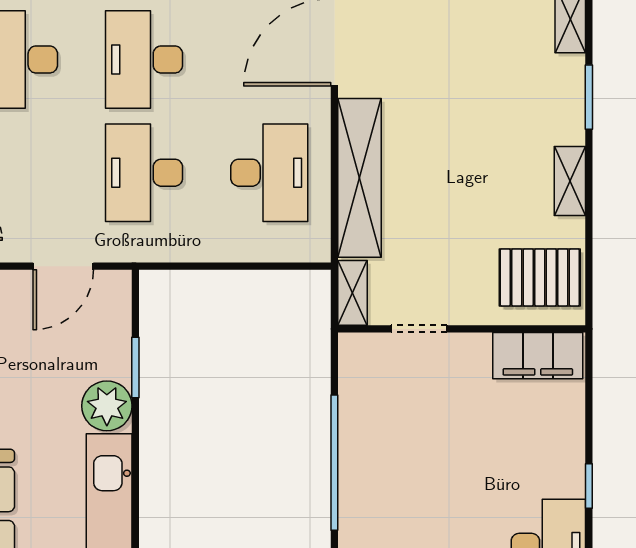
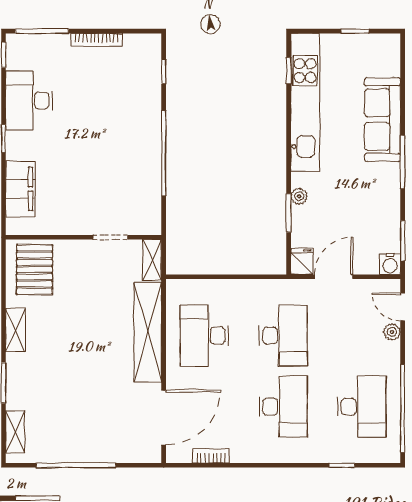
pallet: (540, 277) -> (34, 270), turned 90
fridge: (114, 291) -> (302, 261), added
filing cabinet: (538, 356) -> (20, 189), moved, turned 90
plant: (107, 406) -> (299, 196), width x0.53, depth x0.53

